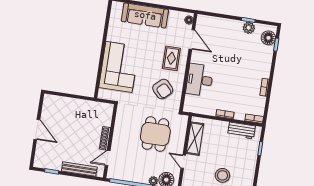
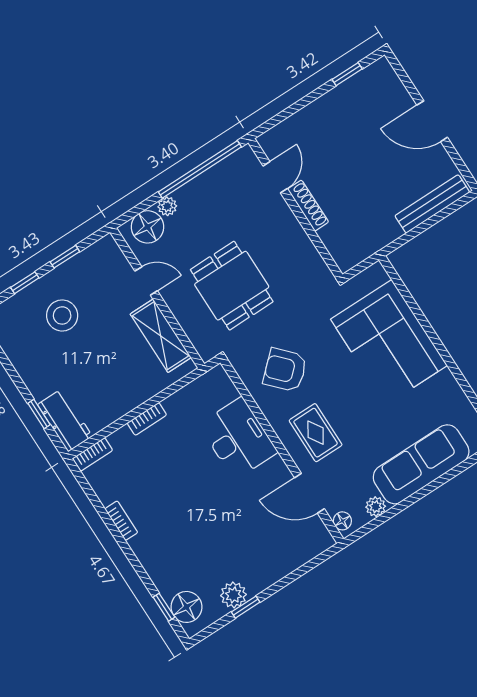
plant: (173, 15) -> (376, 507), added
workbench: (241, 130) -> (65, 420), moved, turned 90
bench: (79, 169) -> (432, 204), moved

